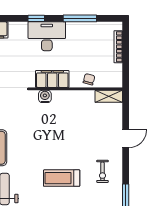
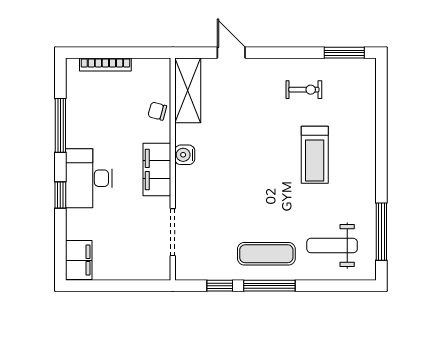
water cooler: (45, 96) -> (185, 155), moved
shelving: (109, 96) -> (188, 90), width x1.50, depth x1.33
door: (126, 139) -> (231, 53), moved

